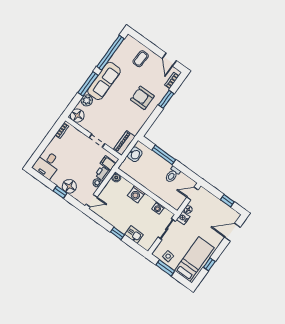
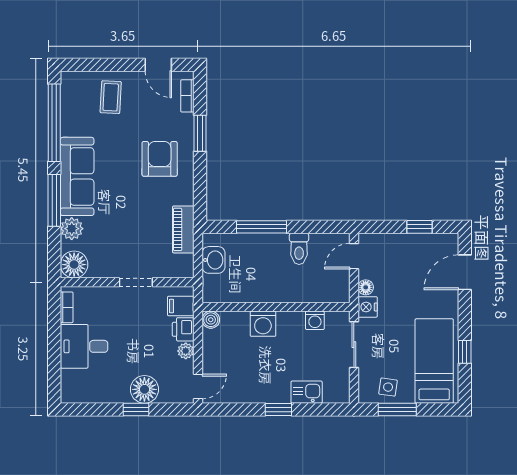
armchair: (142, 98) -> (160, 159), turned 90
piano: (124, 143) -> (183, 229), moved
desk: (47, 164) -> (84, 346), moved, turned 90

